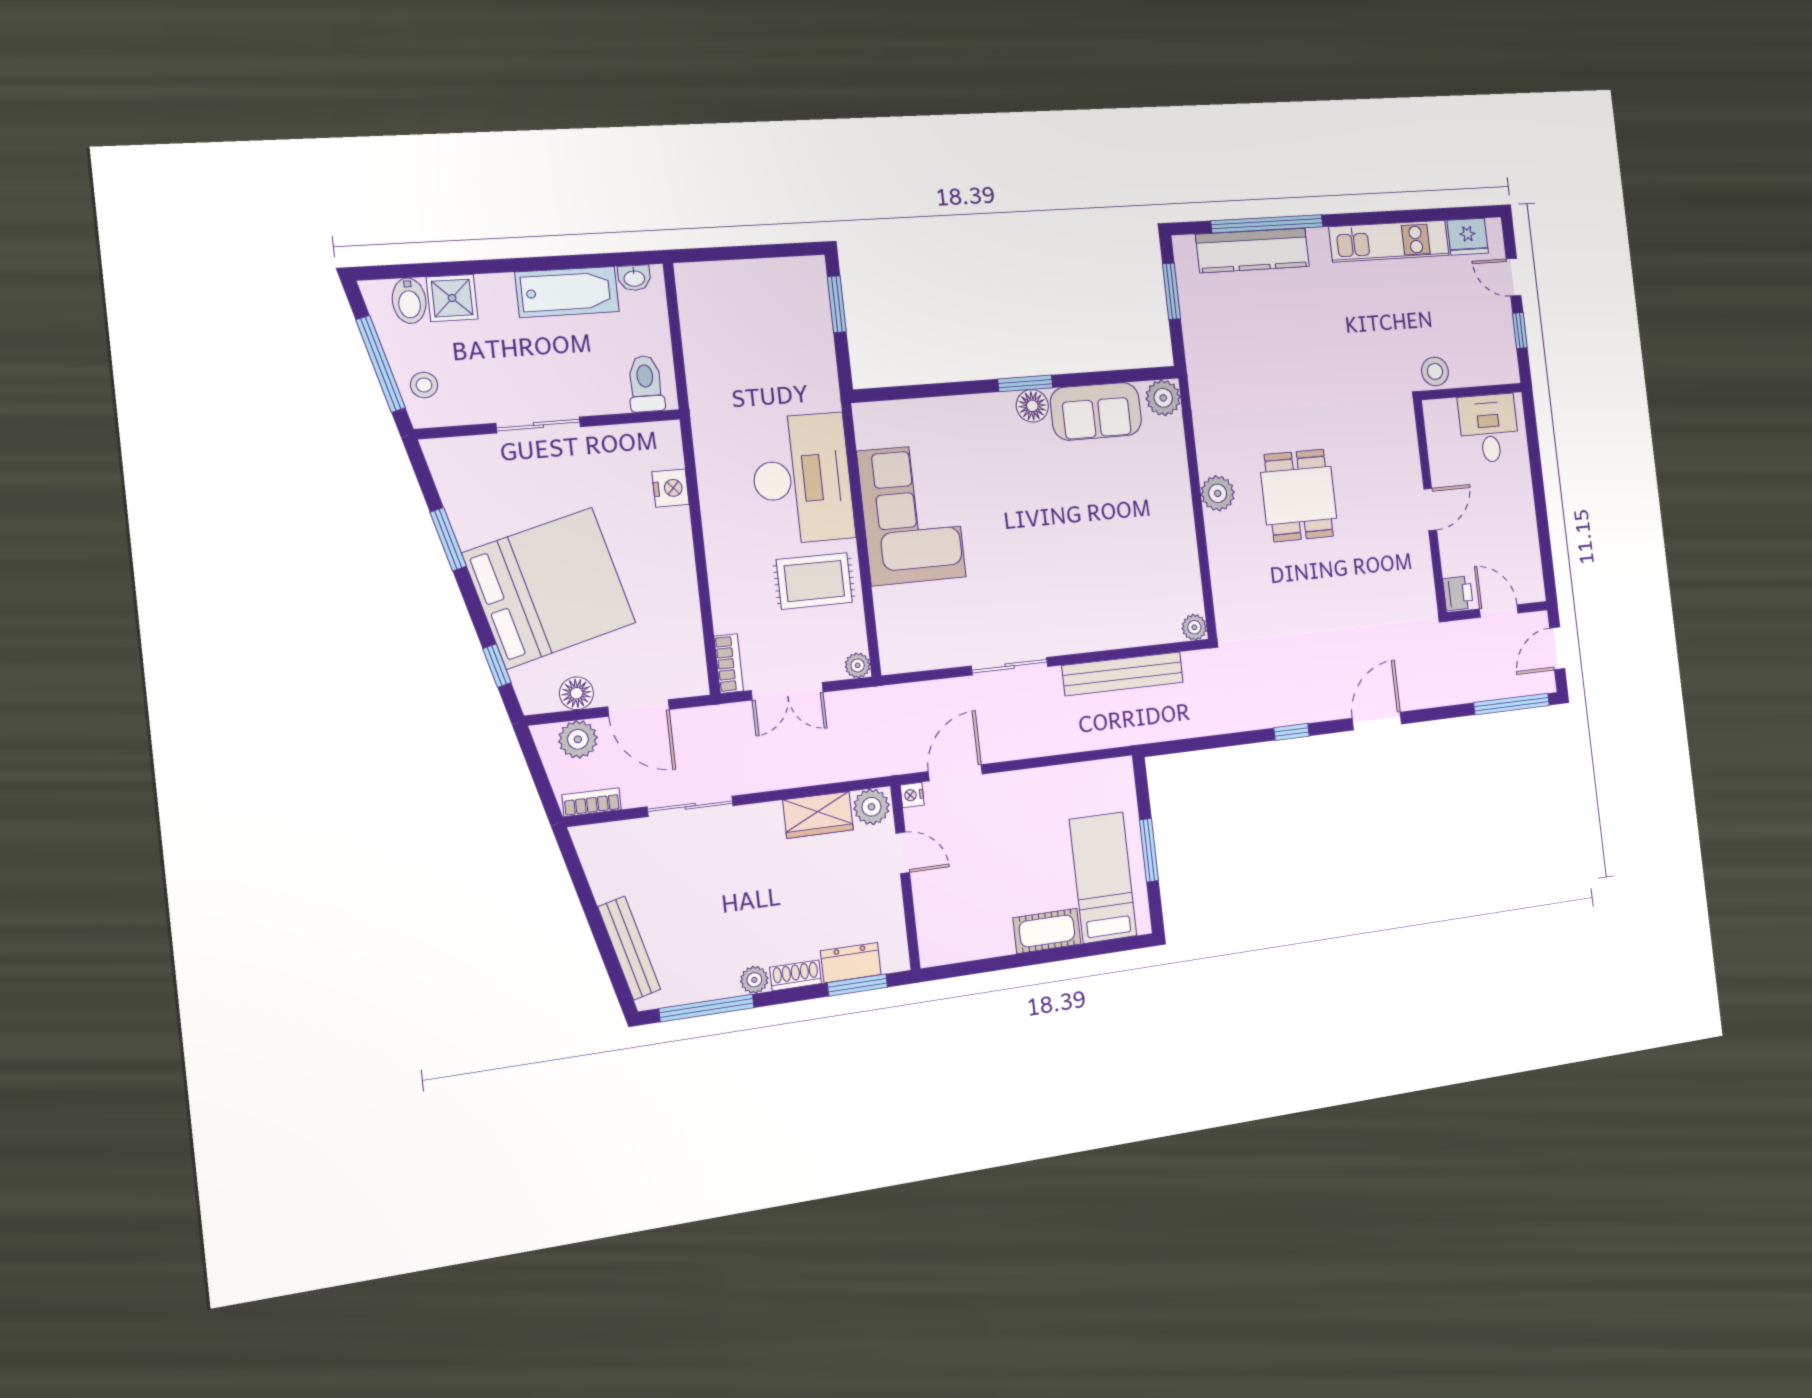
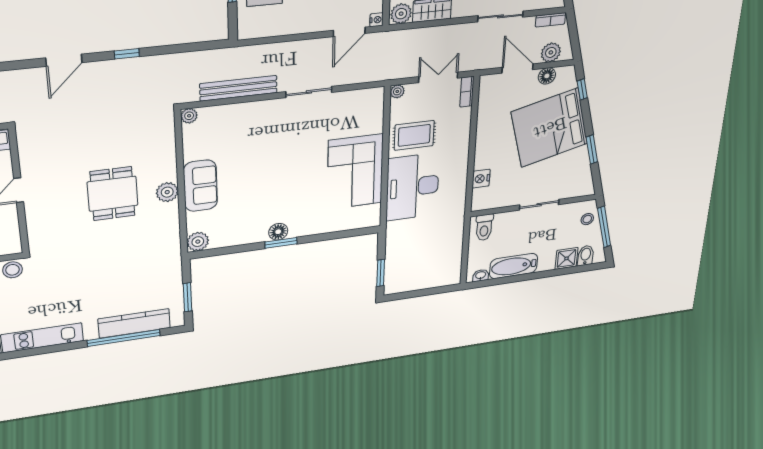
sofa: (1096, 411) -> (200, 186), moved, turned 90

